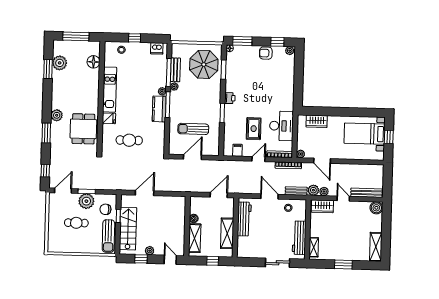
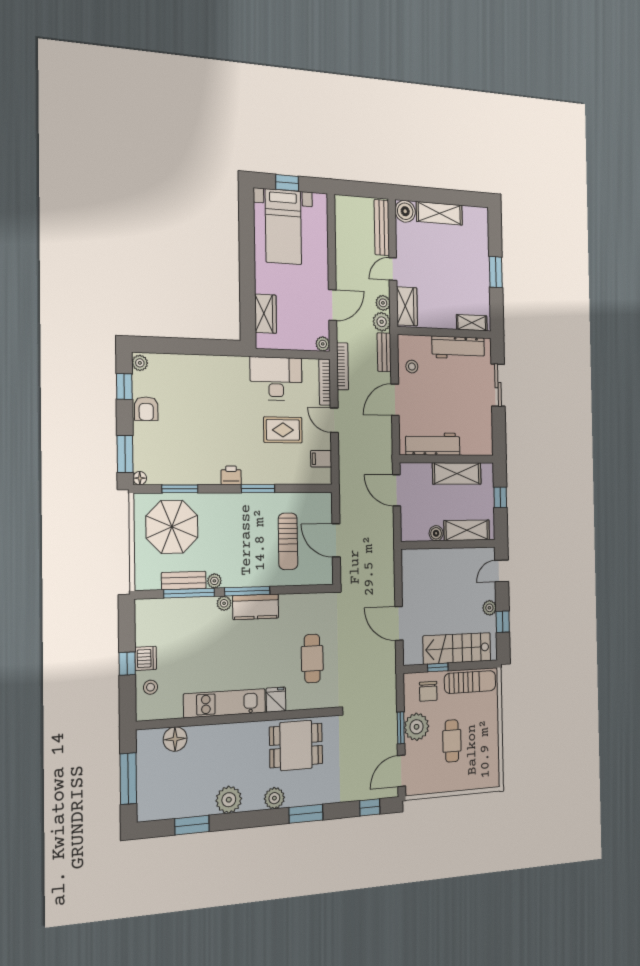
dishwasher: (157, 48) -> (146, 658), moved
plant: (60, 63) -> (229, 800), moved
door: (63, 191) -> (401, 771), hinge flipped
shelving: (376, 247) -> (439, 213), moved

